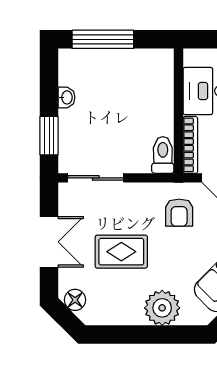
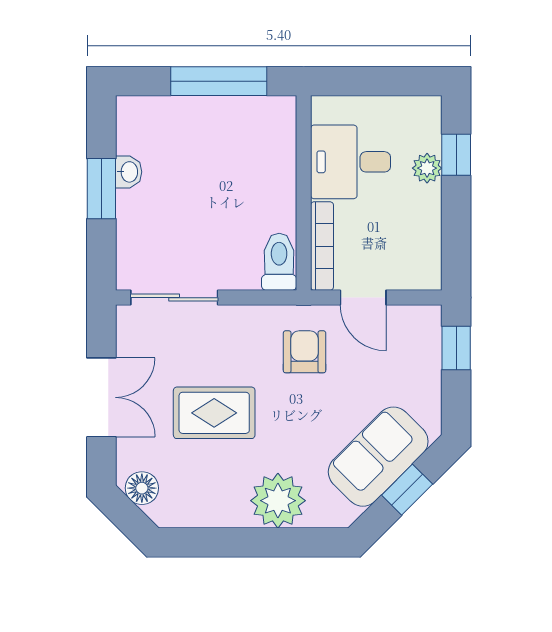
window: (103, 39) -> (219, 81), moved
window: (49, 136) -> (101, 189), moved
armchair: (179, 213) -> (305, 352), turned 180

